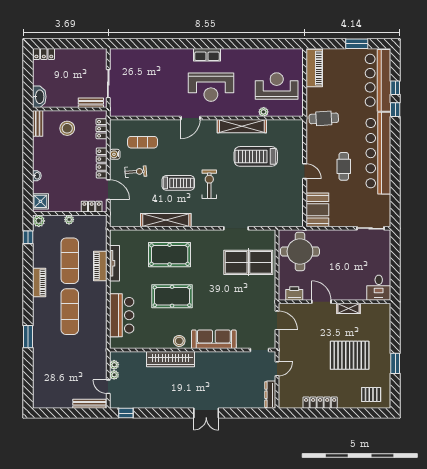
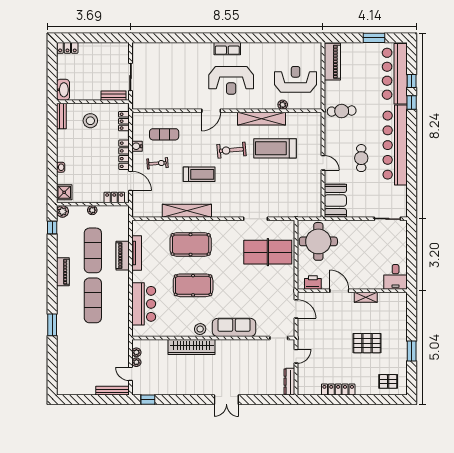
exercise bike: (209, 184) -> (231, 150), moved, turned -95
pallet: (350, 355) -> (367, 343), width x0.73, depth x0.71

